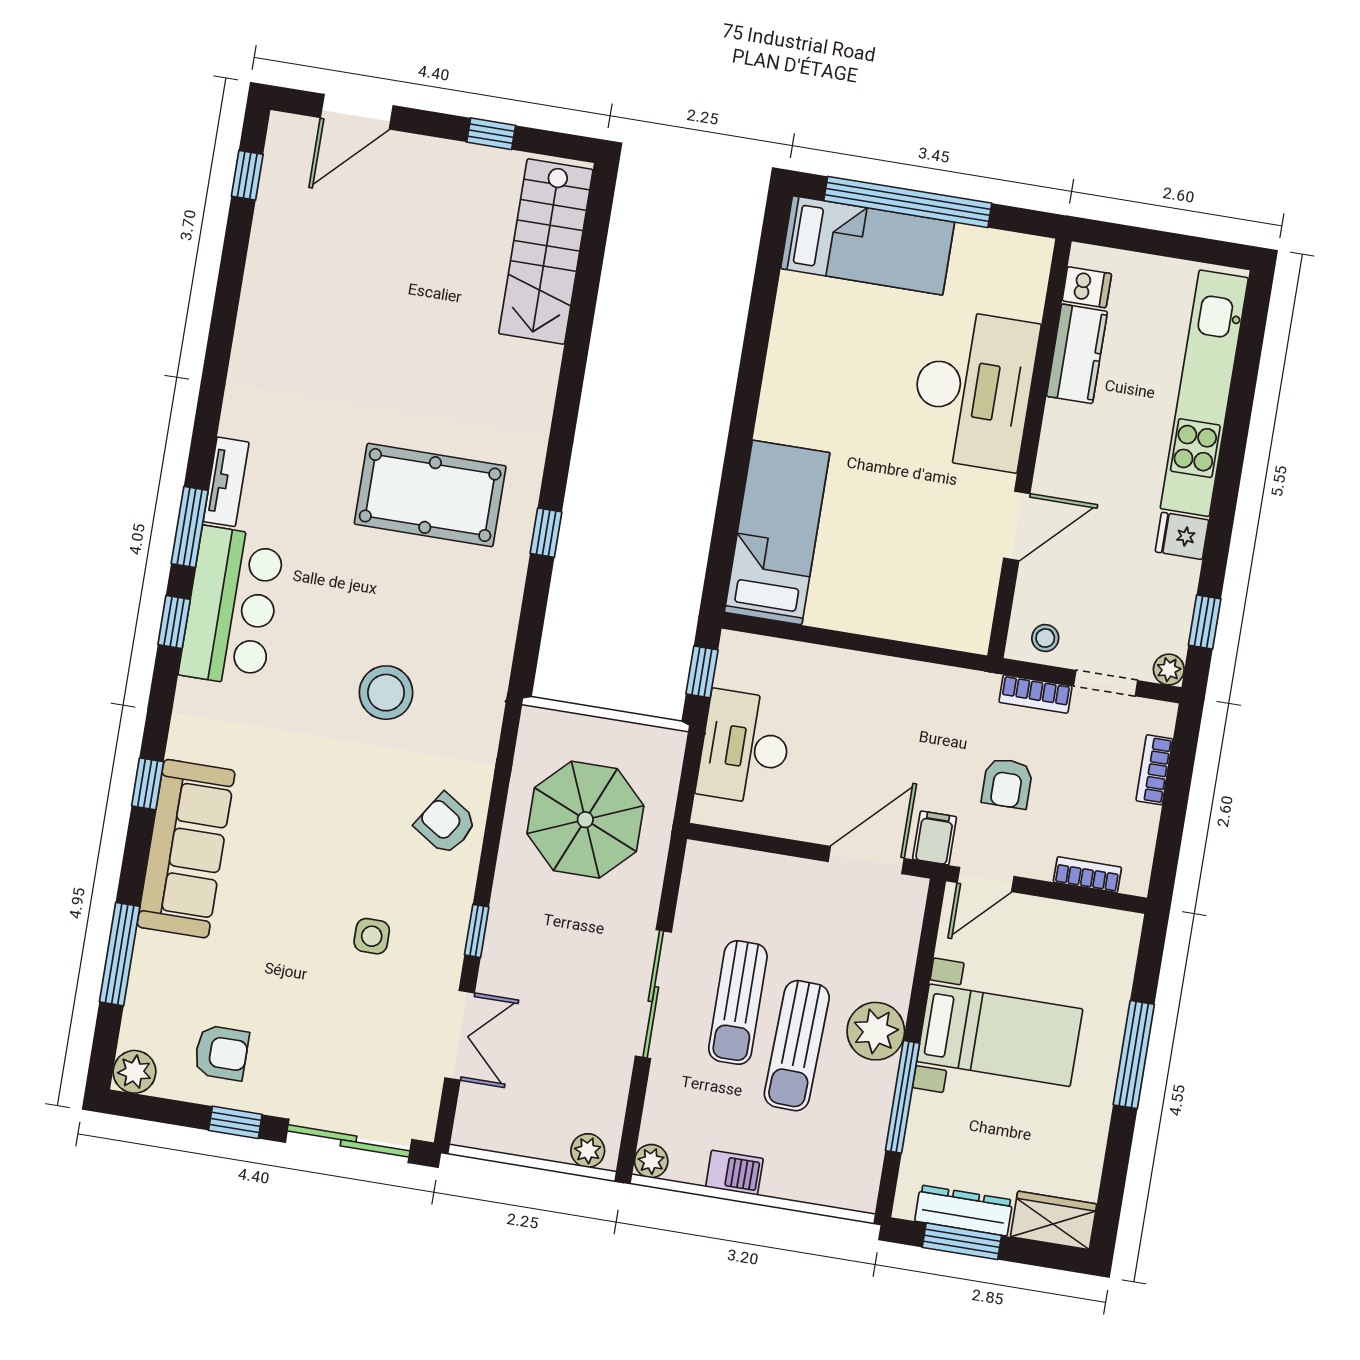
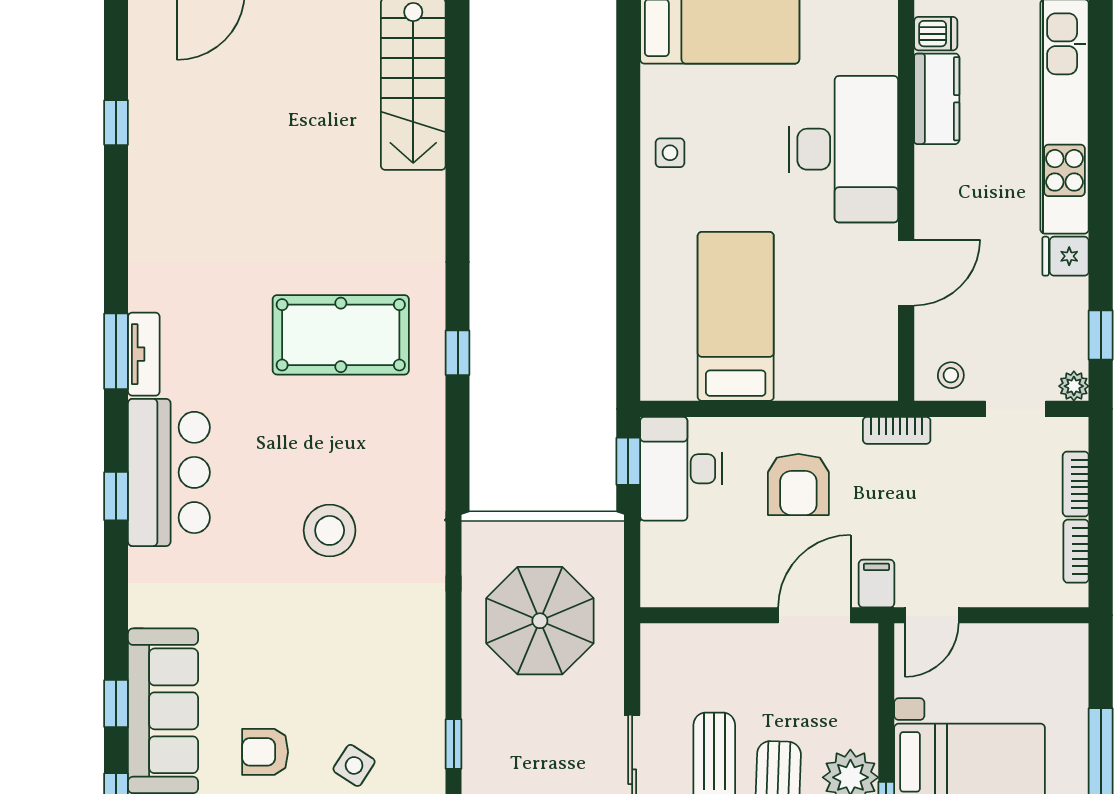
window: (247, 175) -> (116, 123), moved
side table: (796, 364) -> (670, 153), added
window: (190, 527) -> (116, 351), moved
bed: (777, 533) -> (736, 316), moved
bookcase: (1035, 694) -> (897, 430), moved
desk: (745, 747) -> (681, 469), moved
armchair: (1007, 783) -> (798, 484), moved, width x1.38, depth x1.38
window: (148, 784) -> (116, 704), moved
armchair: (446, 824) -> (265, 752), moved, turned -33
bookcase: (1087, 875) -> (1076, 551), moved, turned -90
side table: (372, 936) -> (354, 765), turned 33

